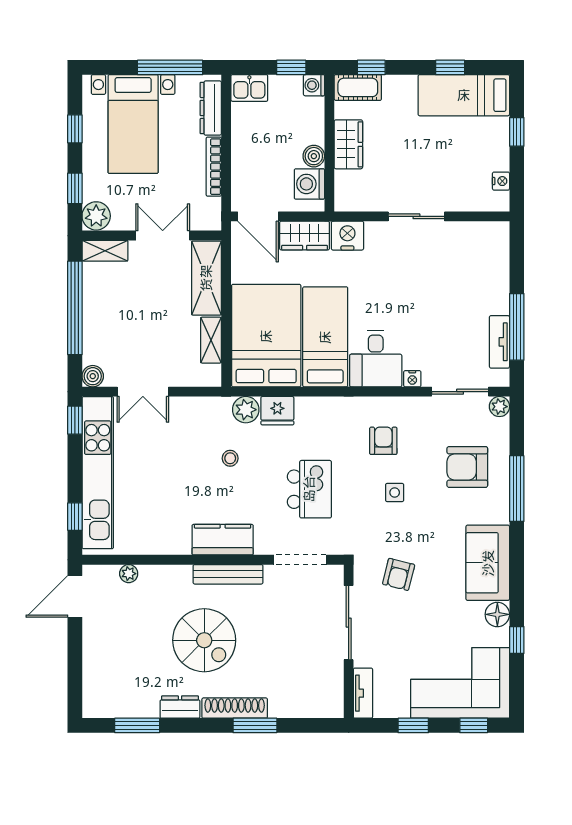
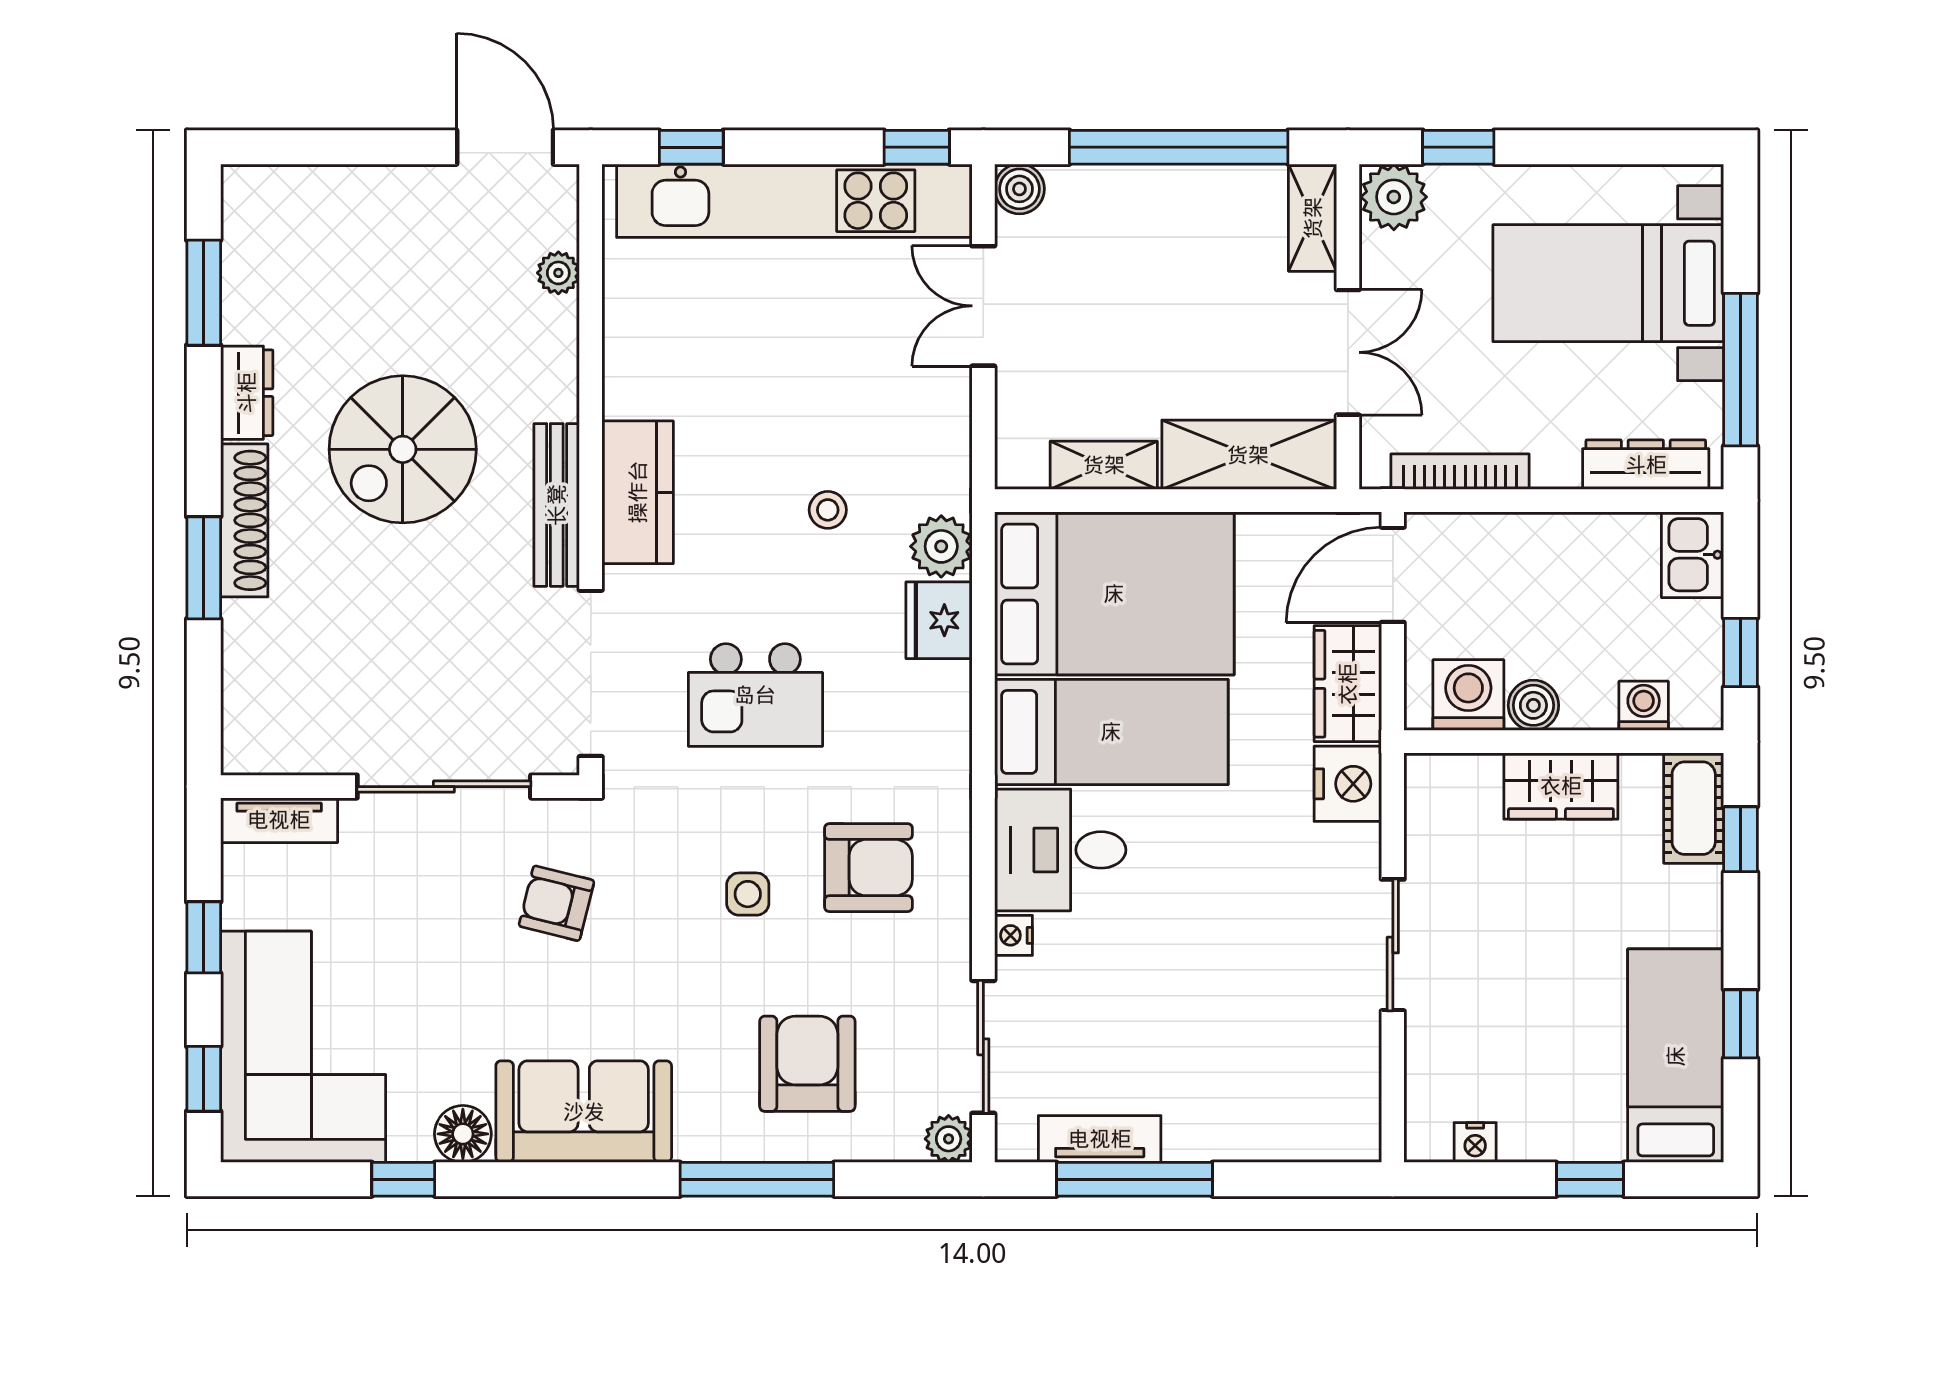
washing machine: (314, 85) -> (1644, 706), moved
window: (75, 129) -> (1597, 147), removed
bookcase: (214, 167) -> (1460, 472), moved
armchair: (383, 441) -> (868, 868), width x1.38, depth x1.38
doorway: (300, 560) -> (591, 673), width x1.36

